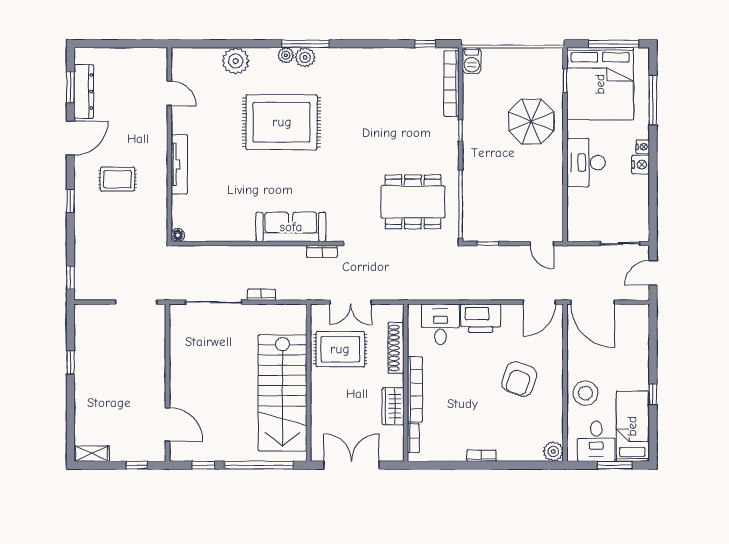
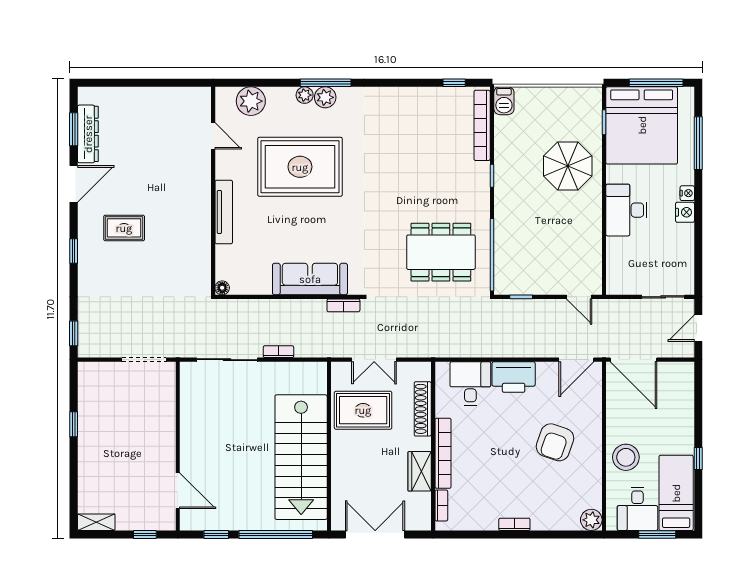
door: (169, 93) -> (213, 136), moved
wall: (169, 145) -> (213, 191), moved
tv unit: (179, 164) -> (224, 212), moved
floor lamp: (178, 235) -> (222, 288), moved

